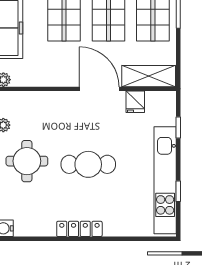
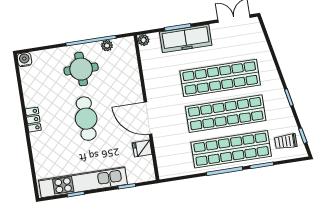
shelving: (149, 76) -> (164, 156), removed
door: (99, 89) -> (148, 118), swing flipped
locker: (79, 229) -> (33, 120), width x0.66

